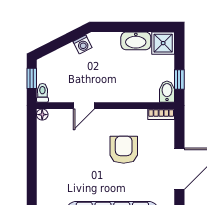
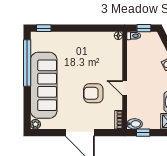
door: (84, 106) -> (125, 88), moved
armchair: (124, 150) -> (93, 93), turned 180

